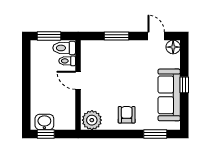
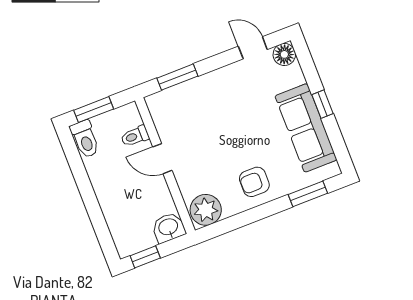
window: (117, 36) -> (177, 77), moved
toilet: (64, 48) -> (85, 139), moved, turned -90
armchair: (127, 115) -> (254, 182), turned -90
washbasin: (44, 122) -> (168, 227), moved

